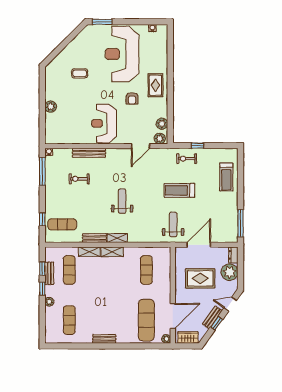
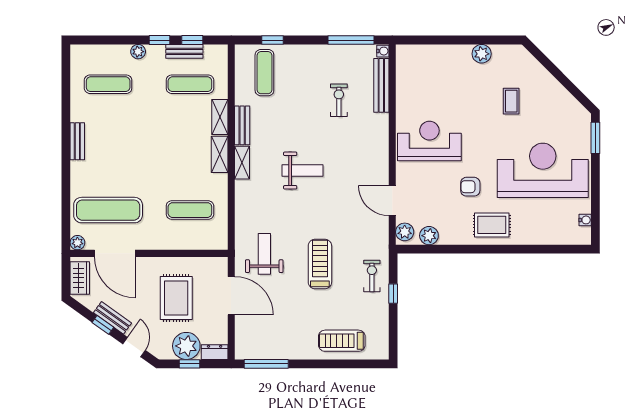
plant: (51, 107) -> (482, 54), moved
bench: (89, 153) -> (381, 85), moved
weight bench: (173, 224) -> (264, 254), turned -90
window: (240, 270) -> (190, 364), added

